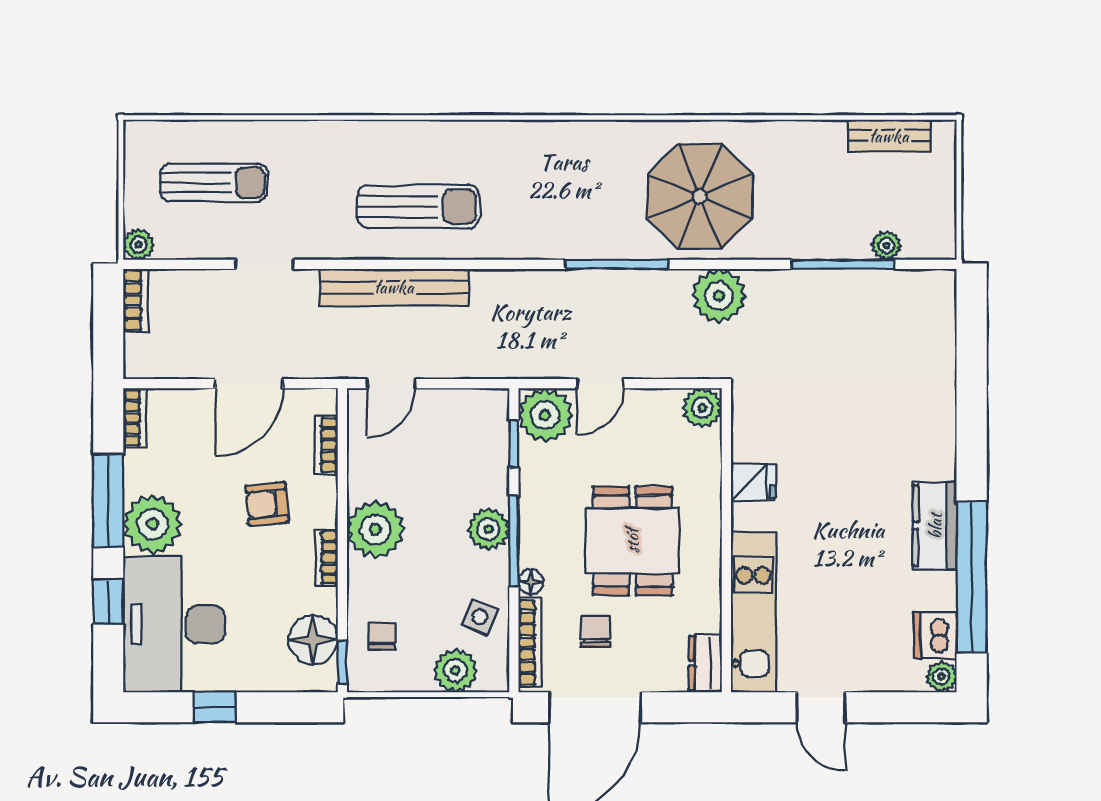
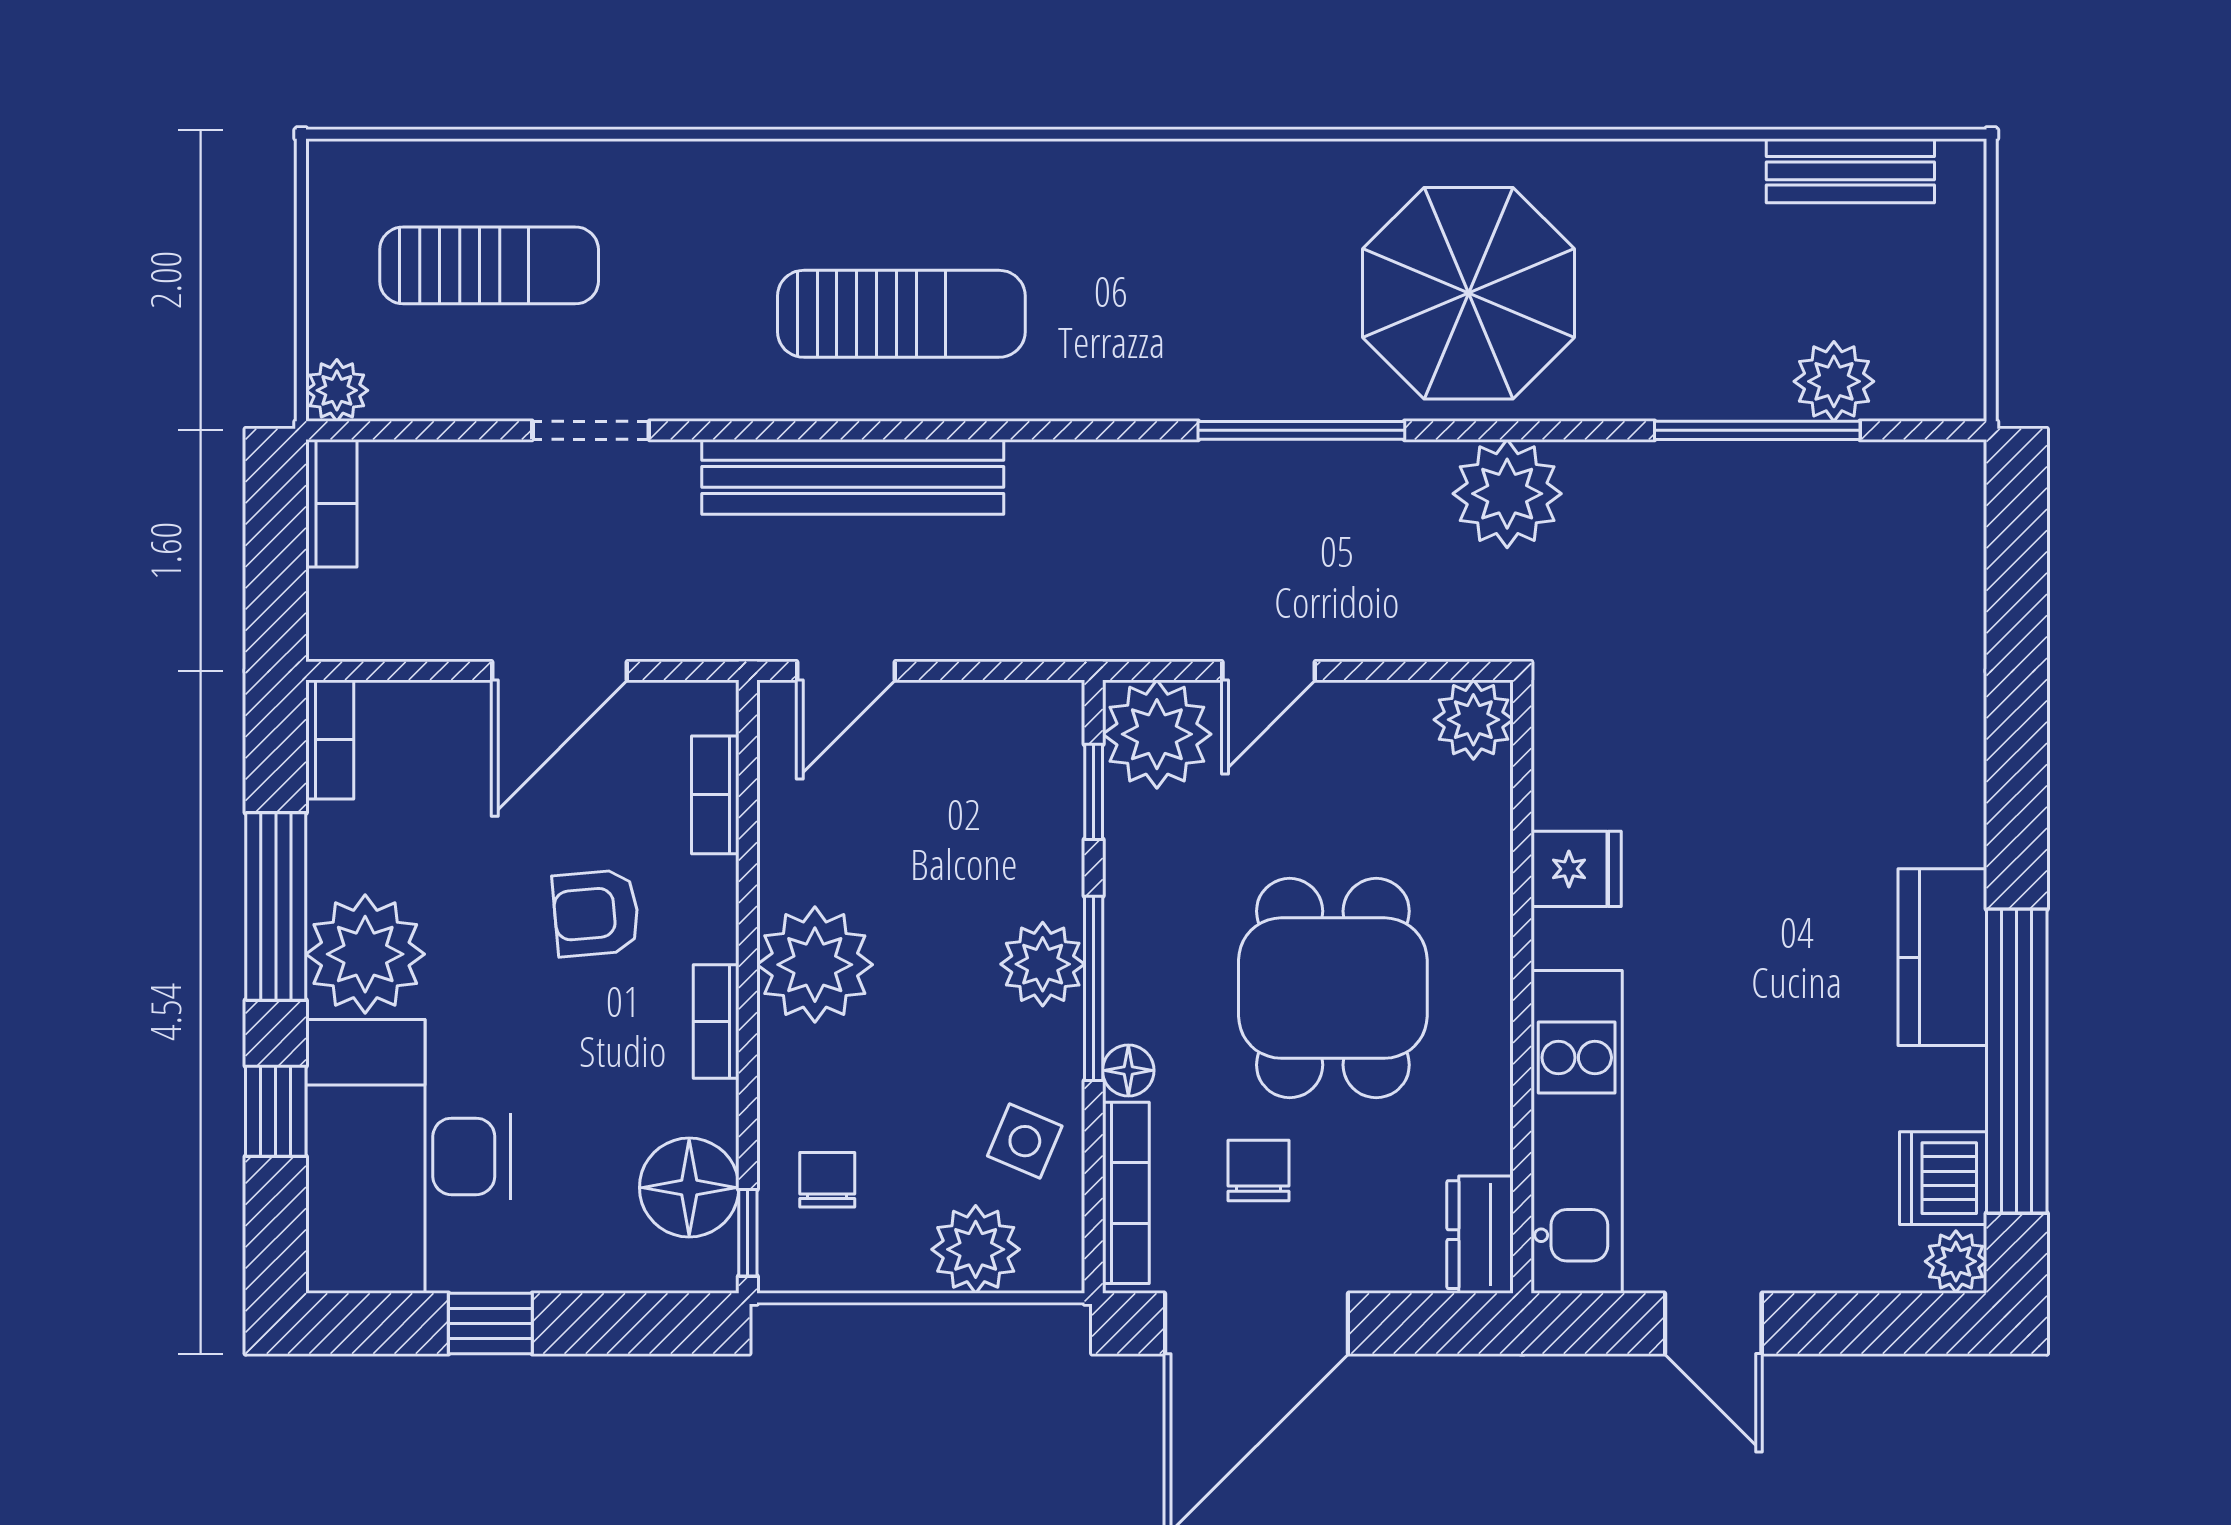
plant: (886, 245) -> (1834, 381), width x1.38, depth x1.38

